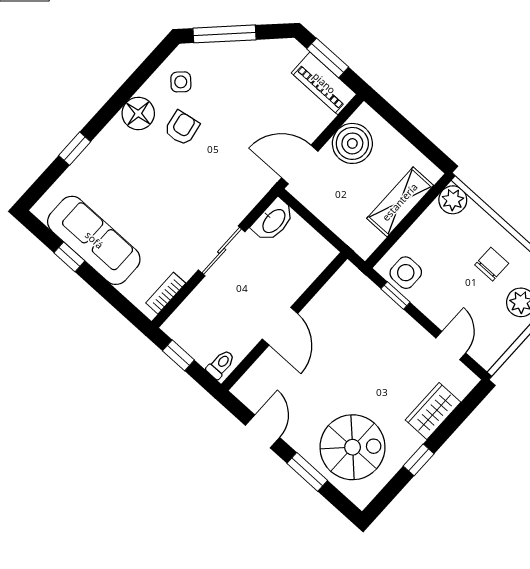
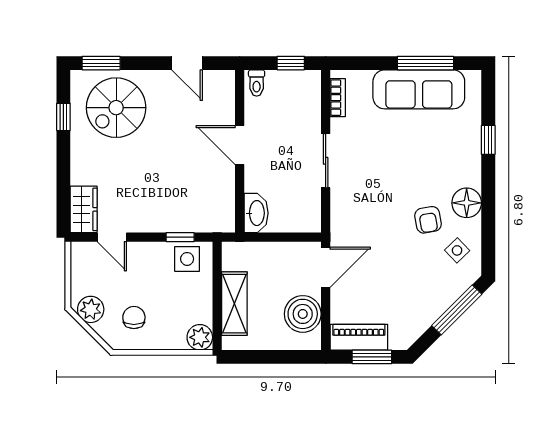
washbasin: (273, 221) -> (256, 213), moved, turned 180
window: (69, 257) -> (425, 63), width x2.17
chair: (492, 264) -> (134, 317), turned 180
wardrobe: (433, 411) -> (84, 209), moved
window: (419, 460) -> (63, 117), moved
window: (307, 472) -> (101, 63), moved

